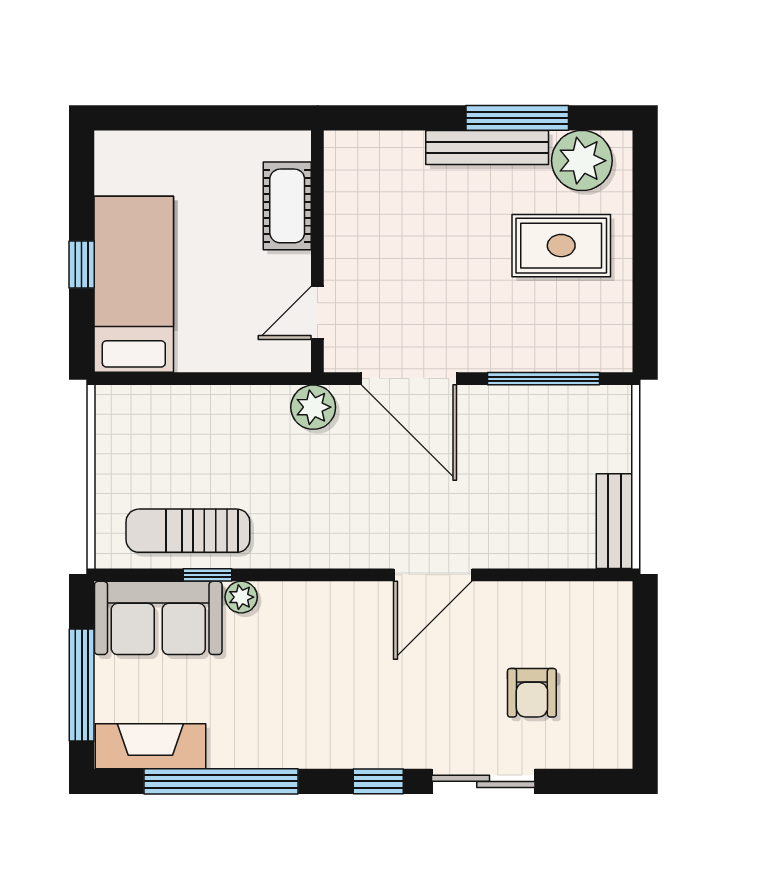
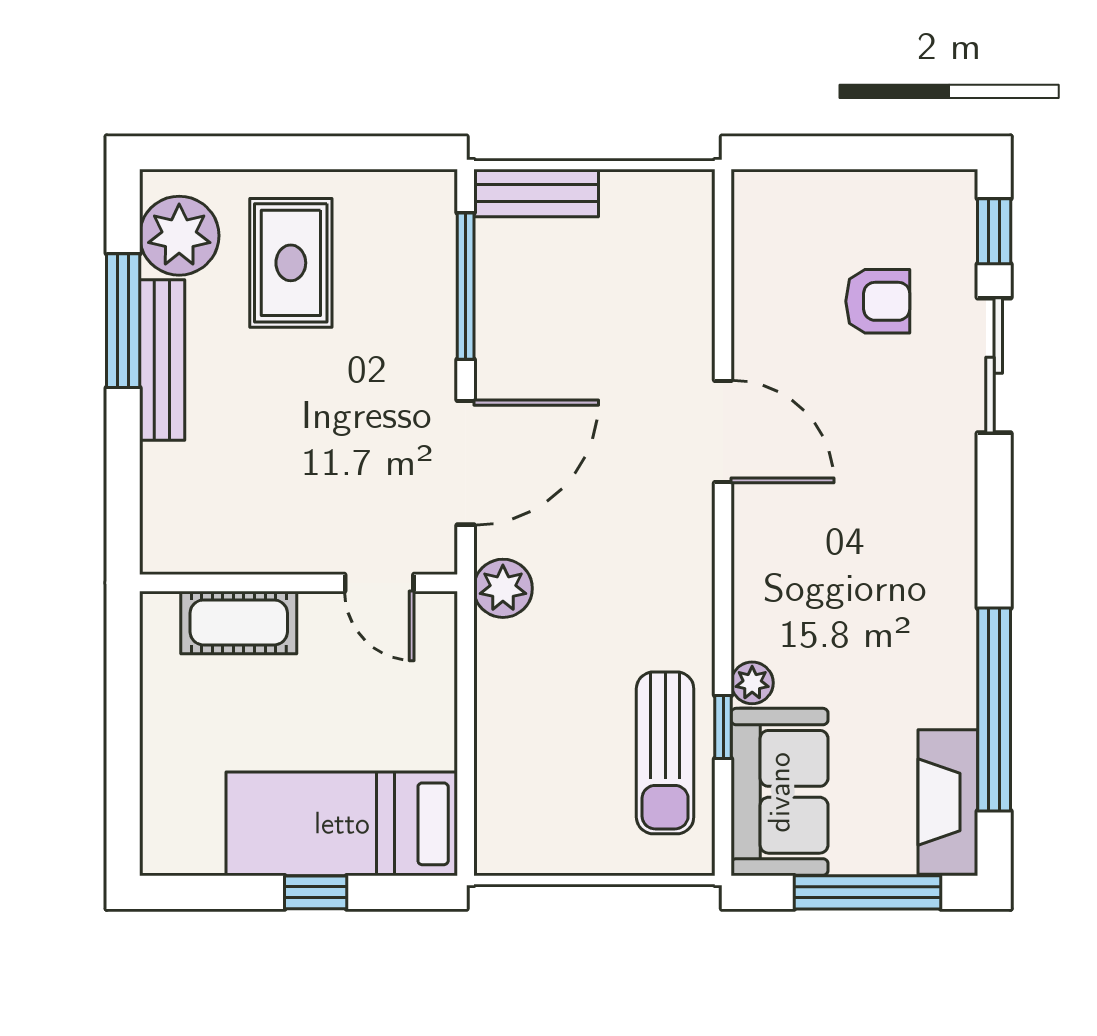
bench: (614, 521) -> (536, 193), moved
window: (378, 781) -> (994, 231), moved

